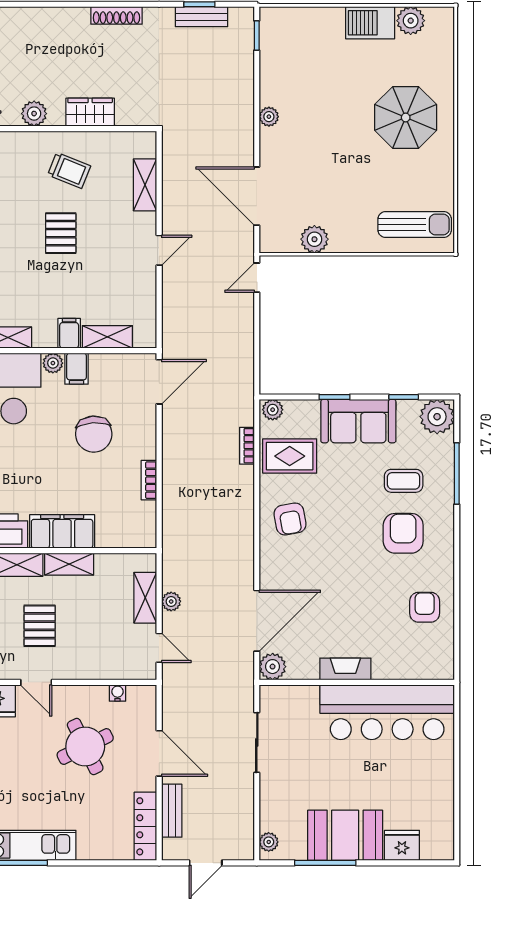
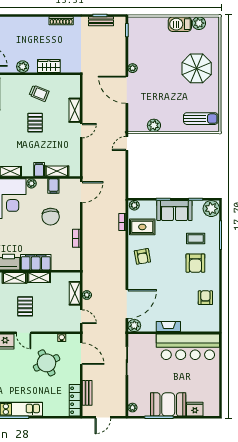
shelving: (145, 185) -> (75, 110), moved
door: (257, 196) -> (127, 90), moved
filing cabinet: (77, 369) -> (53, 186), moved
armchair: (403, 533) -> (195, 263), turned 180
door: (159, 753) -> (81, 354), moved

